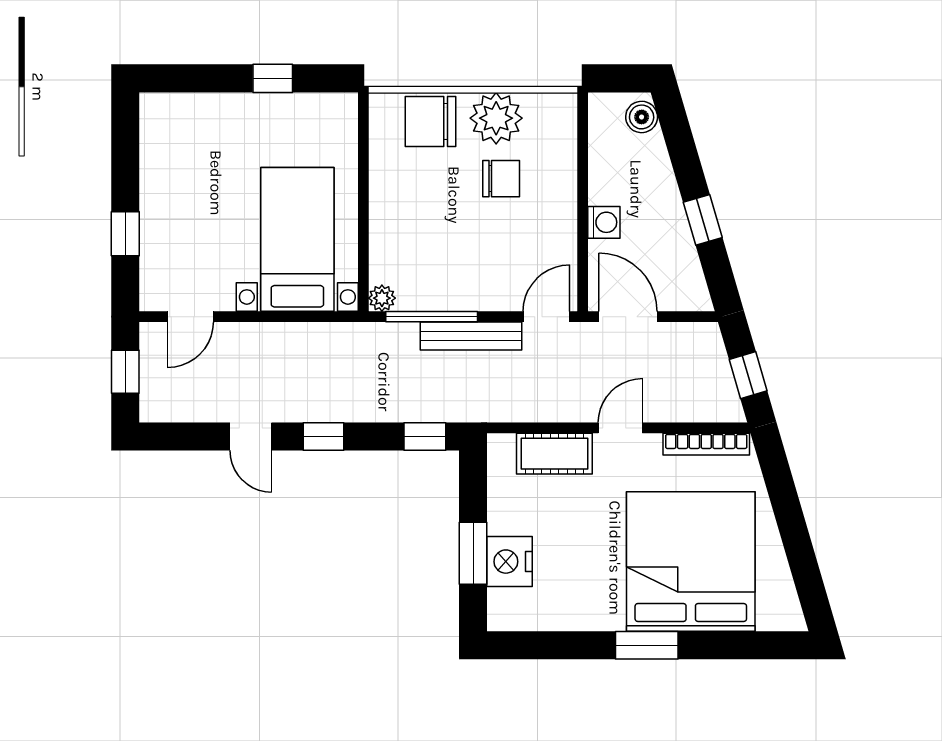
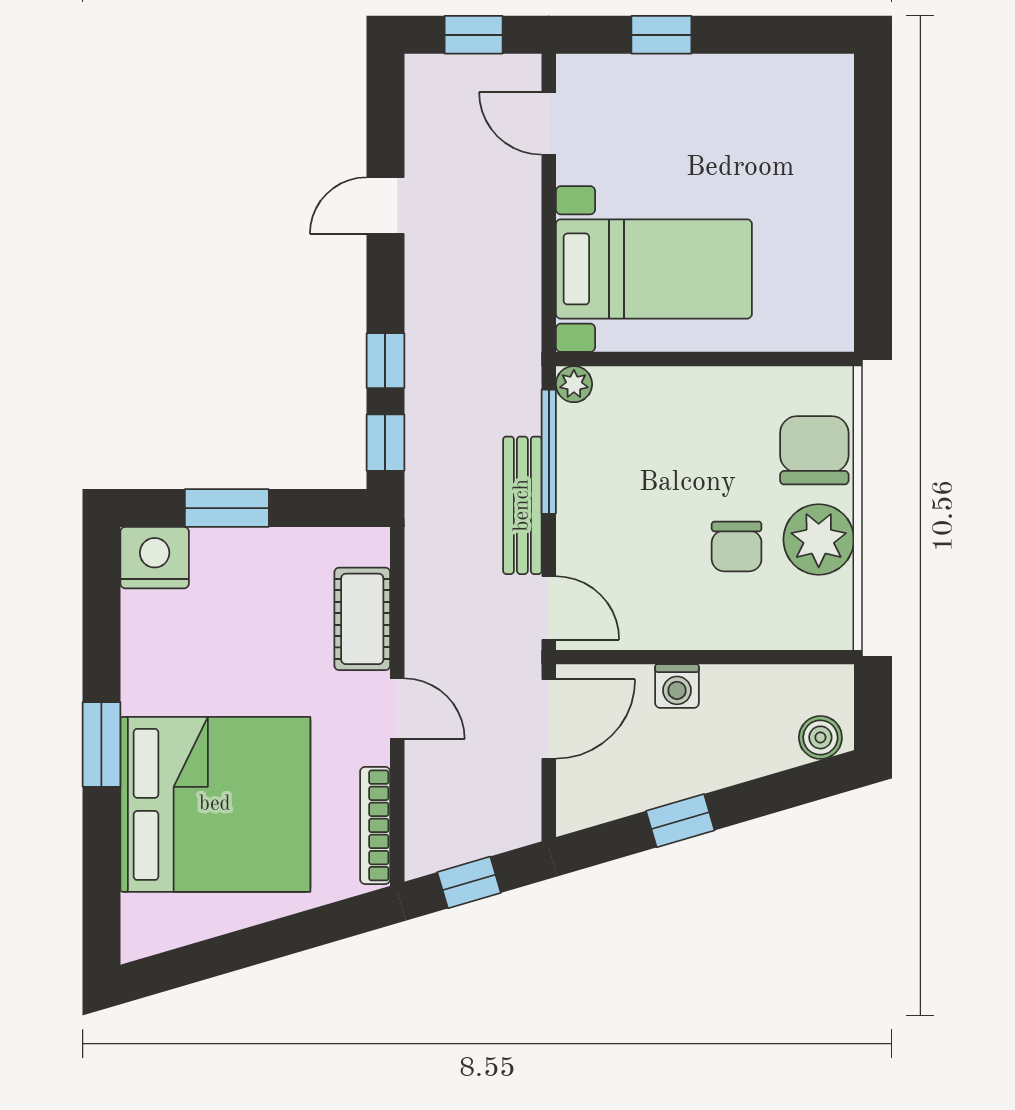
window: (273, 78) -> (873, 235), removed
window: (323, 437) -> (385, 361), moved
nightstand: (509, 562) -> (155, 558), moved

